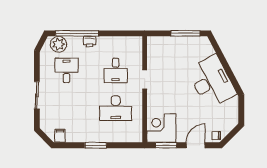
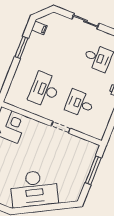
window: (185, 33) -> (93, 170), moved
window: (96, 145) -> (21, 47), moved

